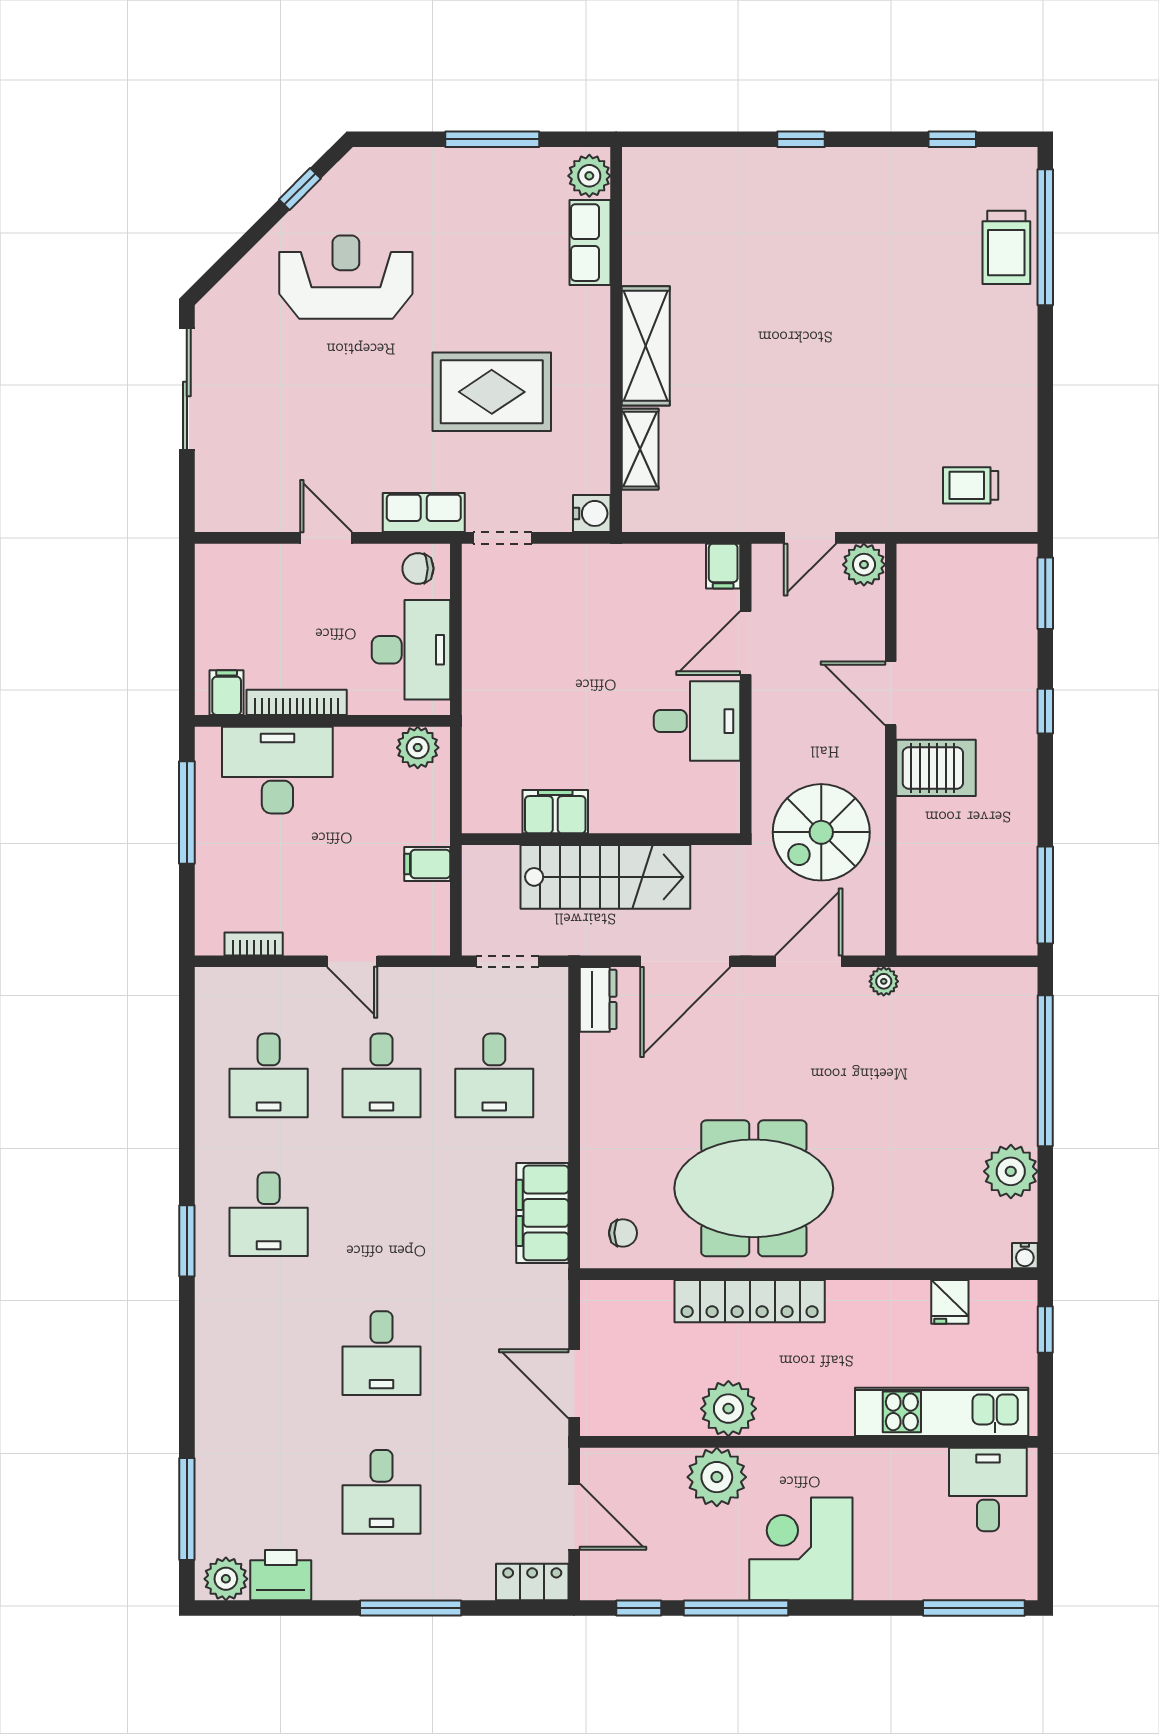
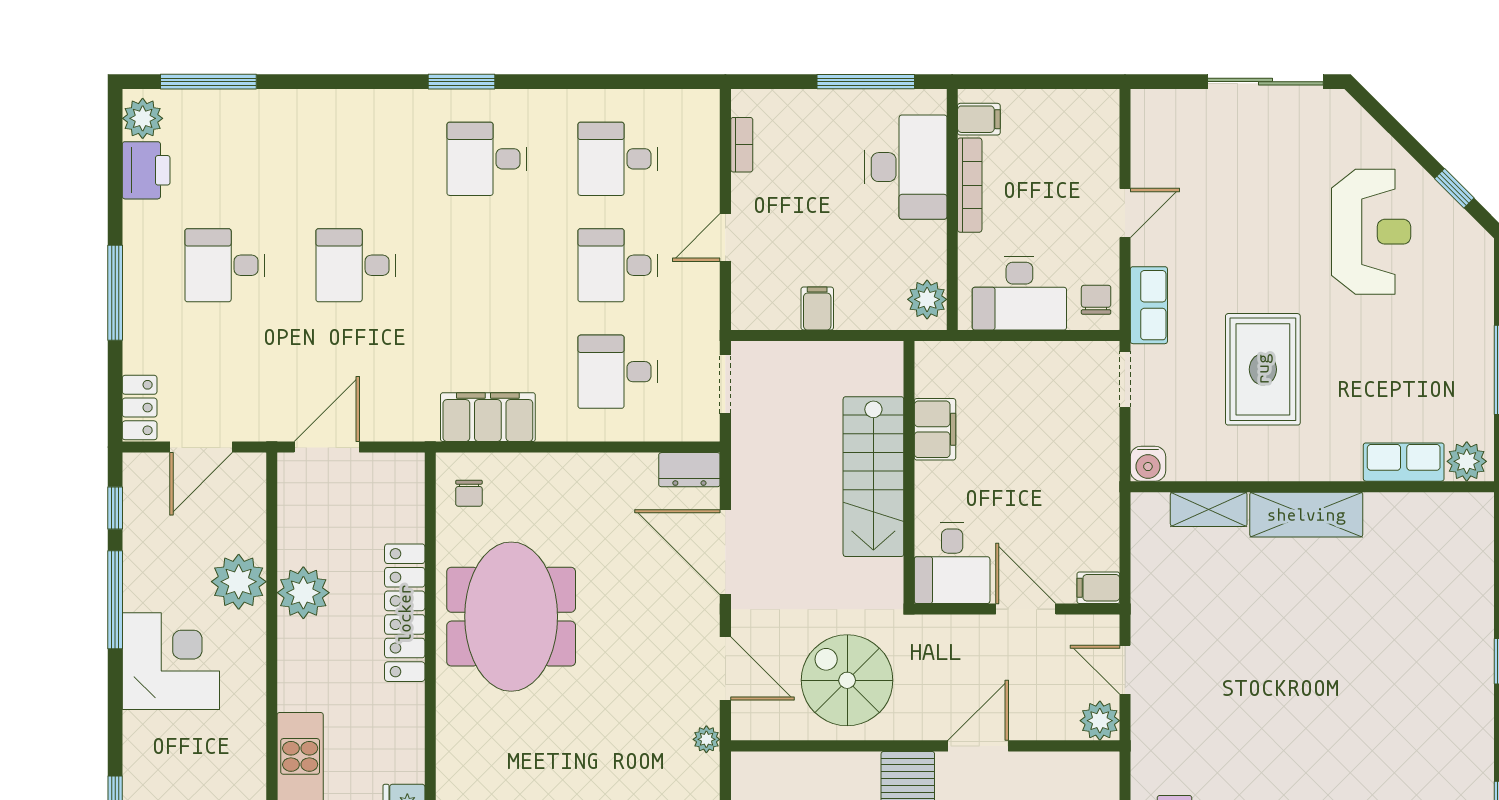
filing cabinet: (555, 812) -> (935, 429), moved
wall: (601, 839) -> (909, 472), moved
stairs: (605, 877) -> (873, 477), moved

